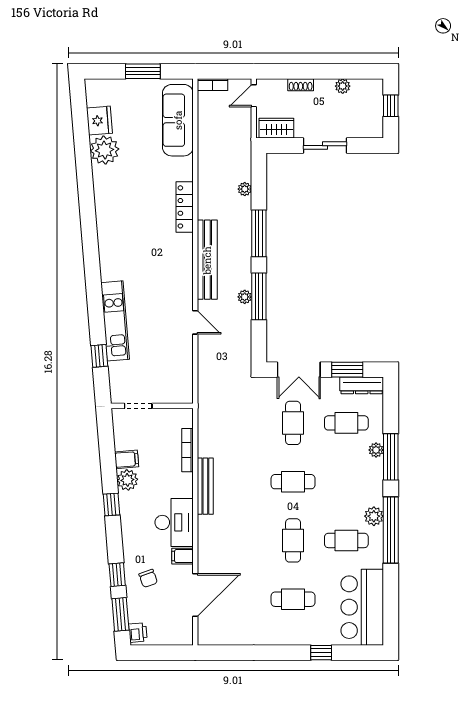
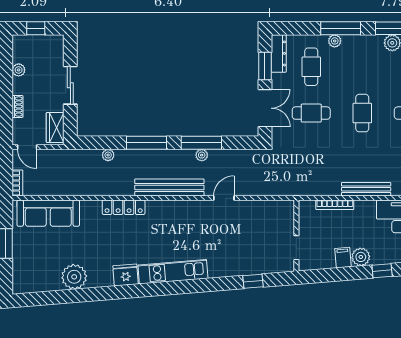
fridge: (99, 121) -> (126, 275), moved
kitchen unit: (115, 321) -> (173, 272), moved

